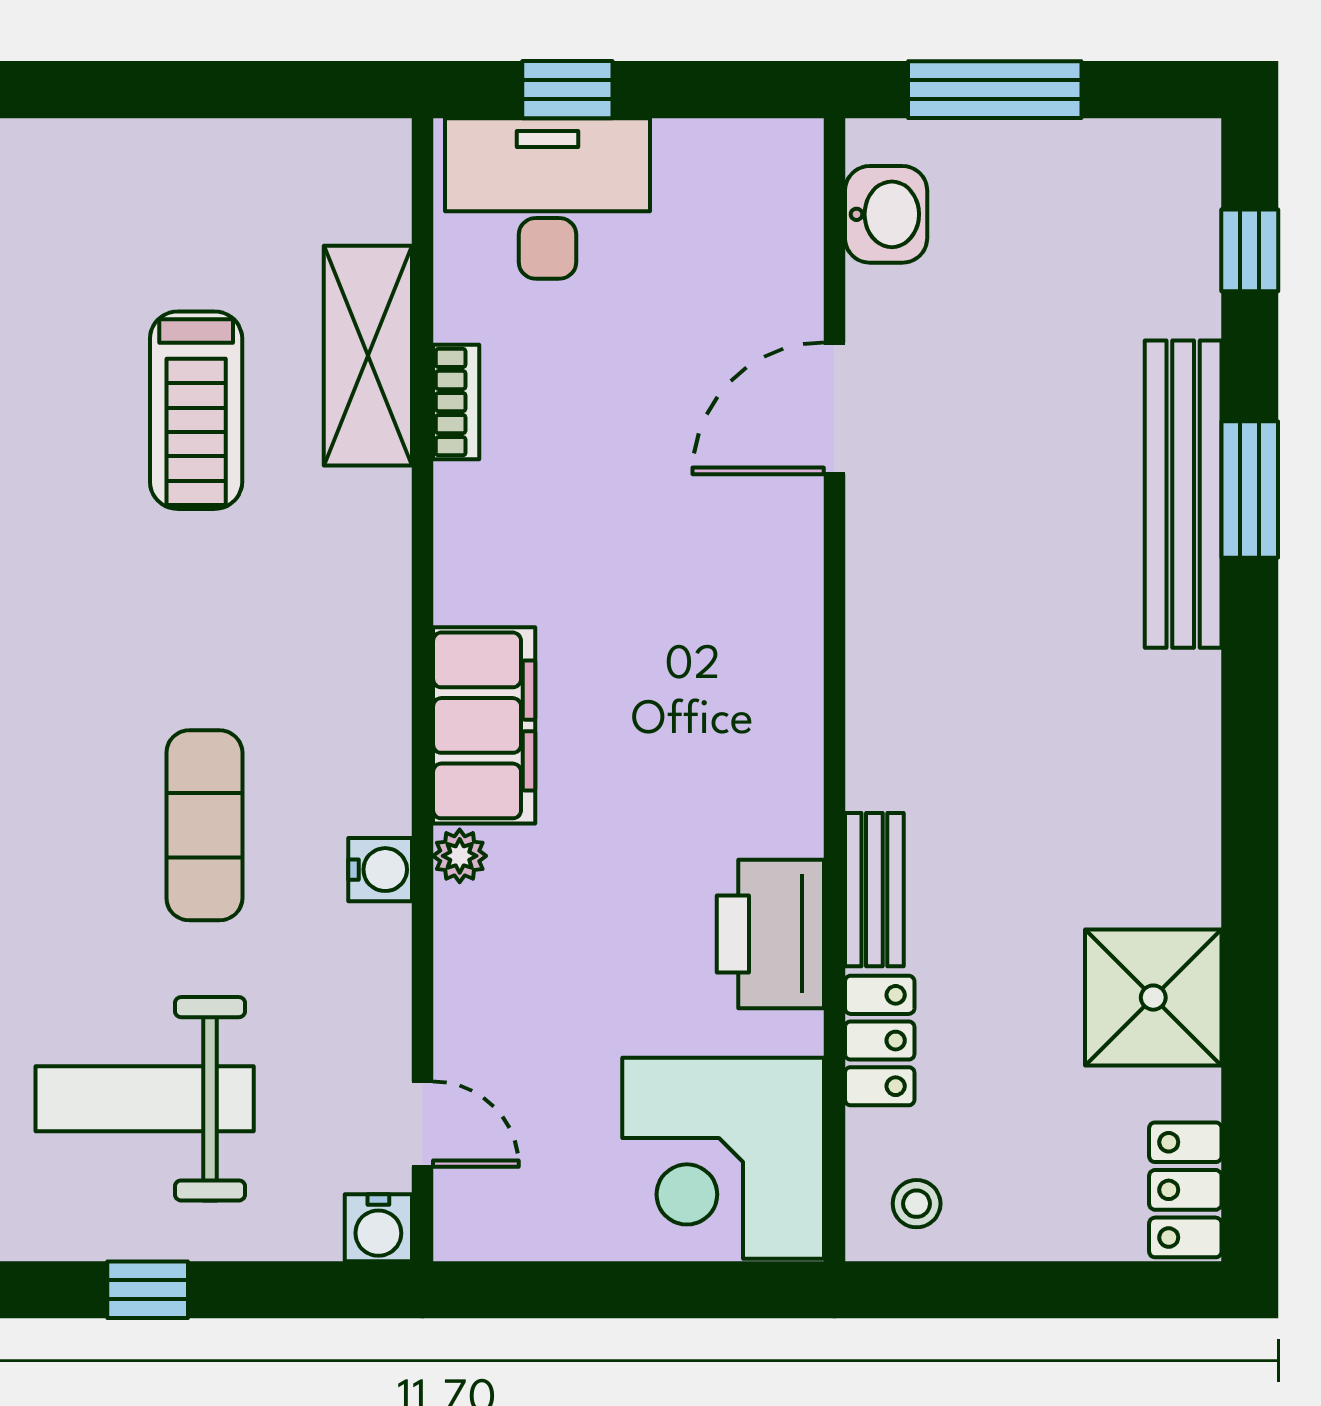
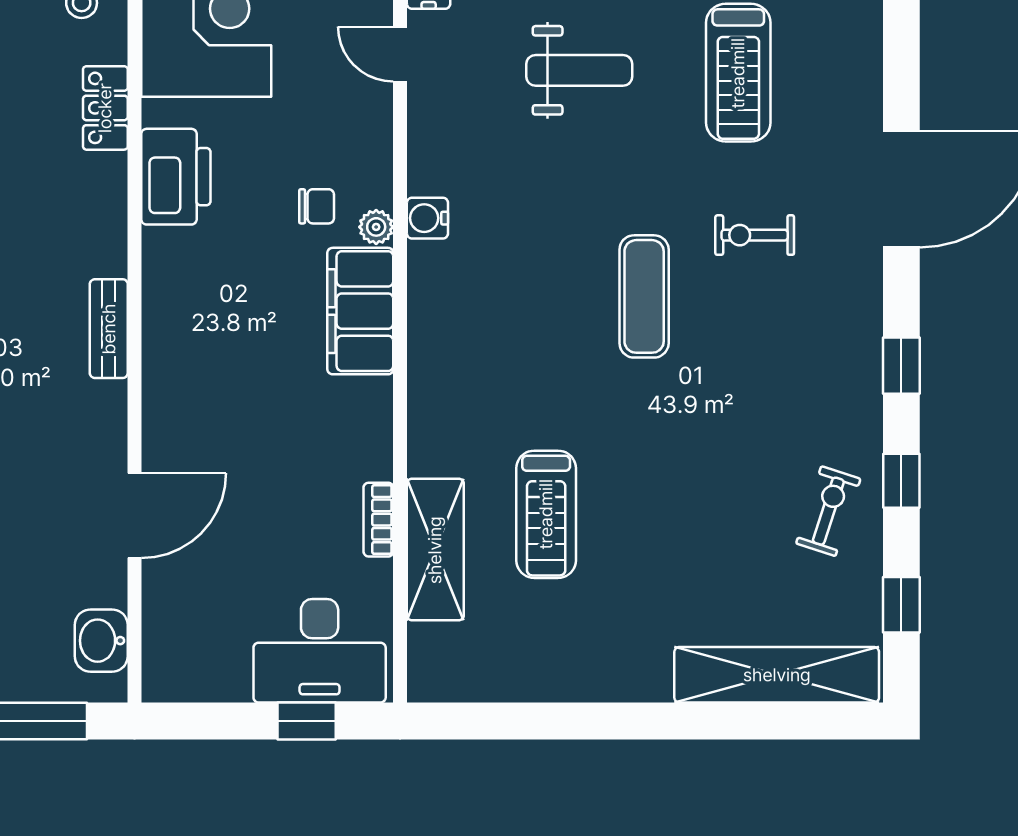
treadmill: (196, 410) -> (546, 514), turned 180
exercise mat: (204, 825) -> (644, 296), moved
chair: (552, 888) -> (317, 206), added
bench: (874, 890) -> (109, 329), moved
weight bench: (145, 1099) -> (579, 70), width x0.73, depth x0.75

